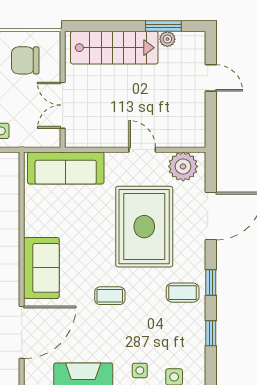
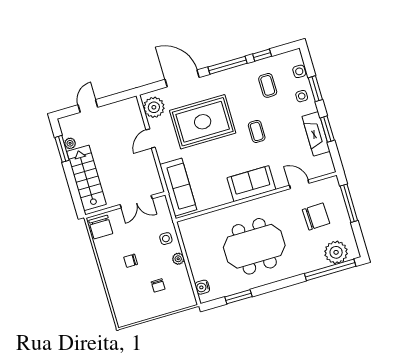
chair: (25, 60) -> (101, 227), moved
window: (211, 283) -> (228, 65), width x2.17
coffee table: (183, 293) -> (268, 85), moved
door: (22, 332) -> (299, 184), width x0.53

